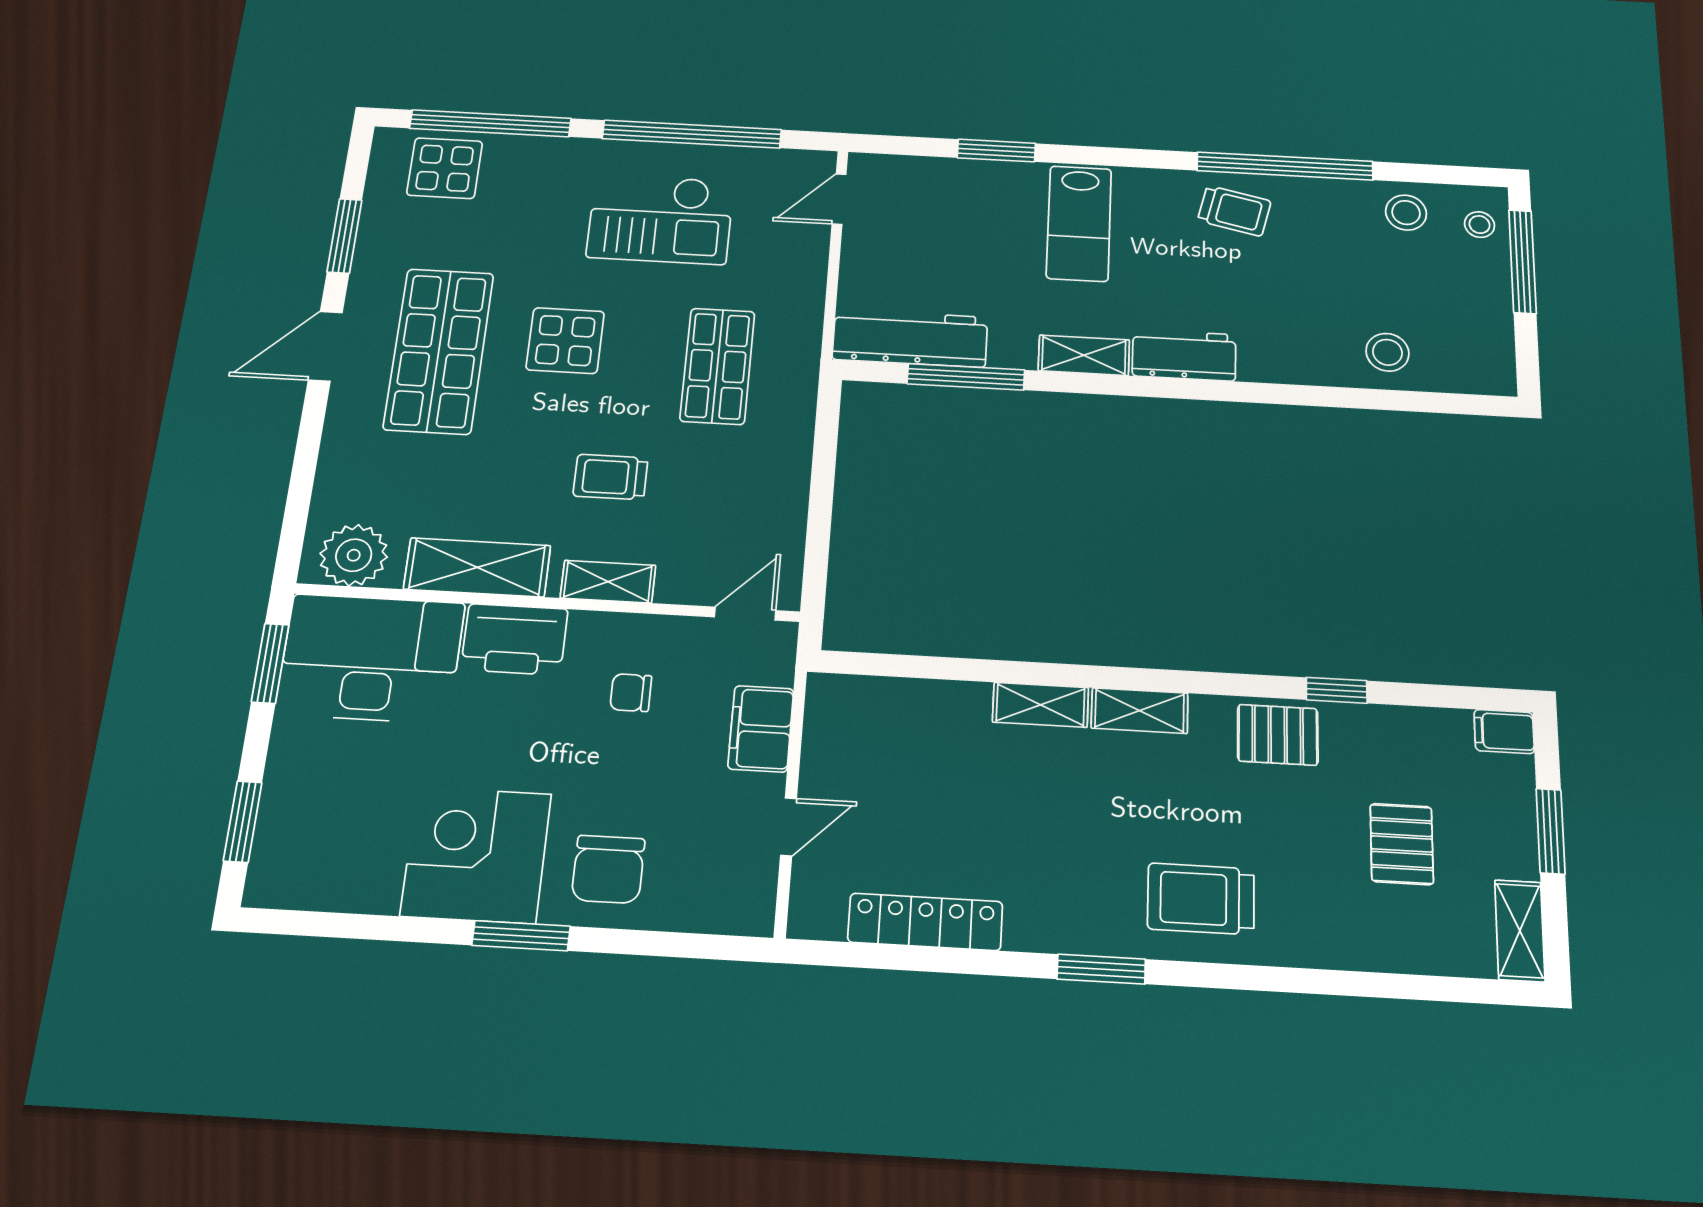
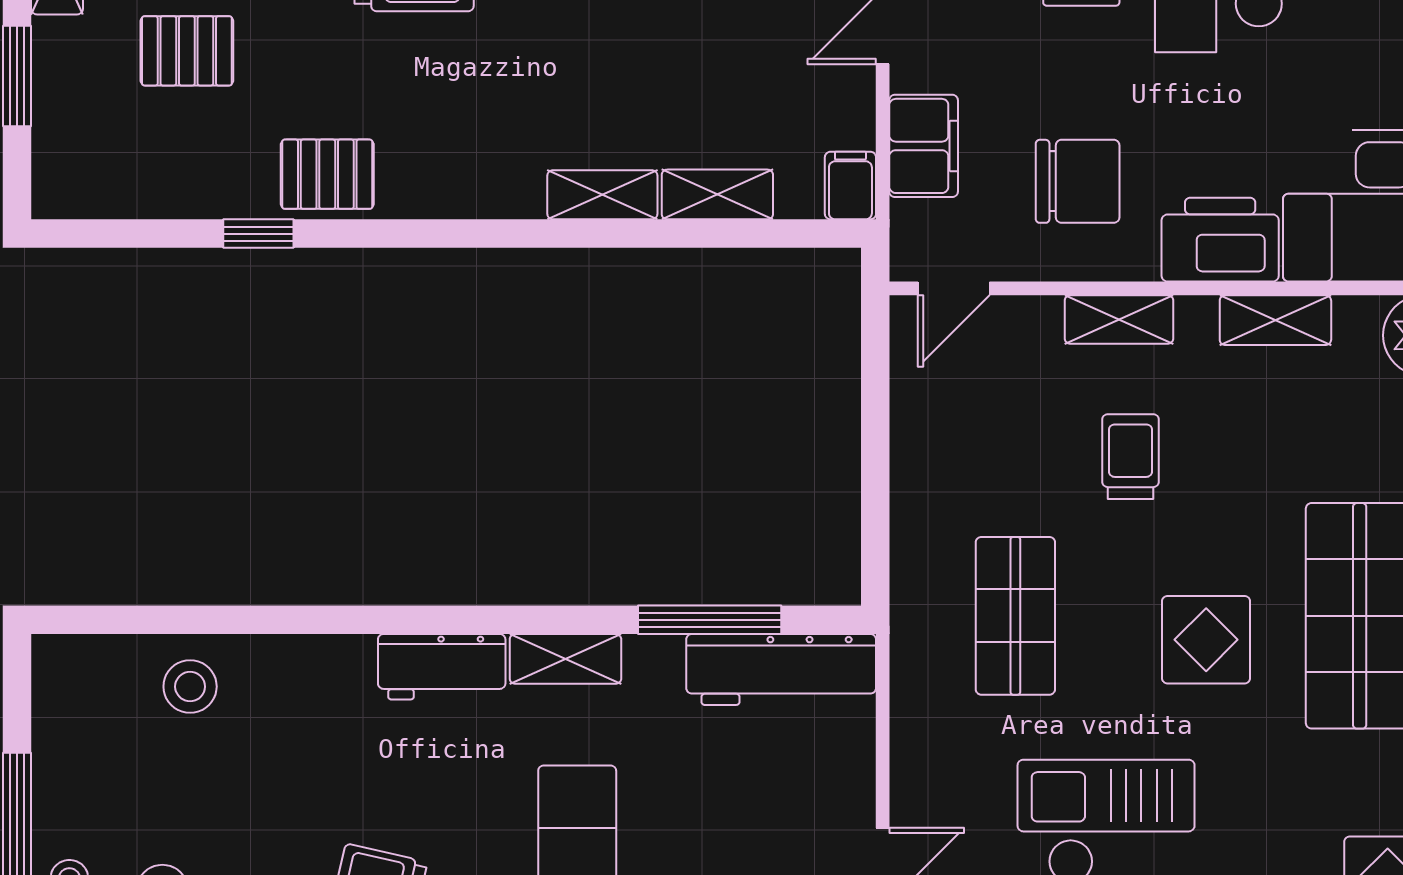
trolley: (611, 477) -> (1131, 457), turned -90
shelving: (477, 567) -> (1275, 320), width x0.67, depth x0.75
chair: (631, 693) -> (1078, 181), width x1.87, depth x1.87
shelving: (1140, 711) -> (717, 194), moved
filing cabinet: (1504, 731) -> (850, 186), moved, turned -90
pallet: (1402, 844) -> (187, 51), turned 90

